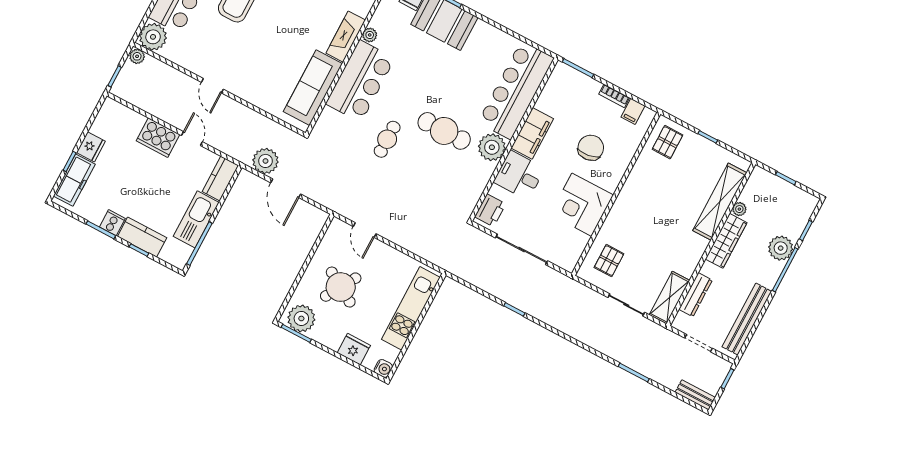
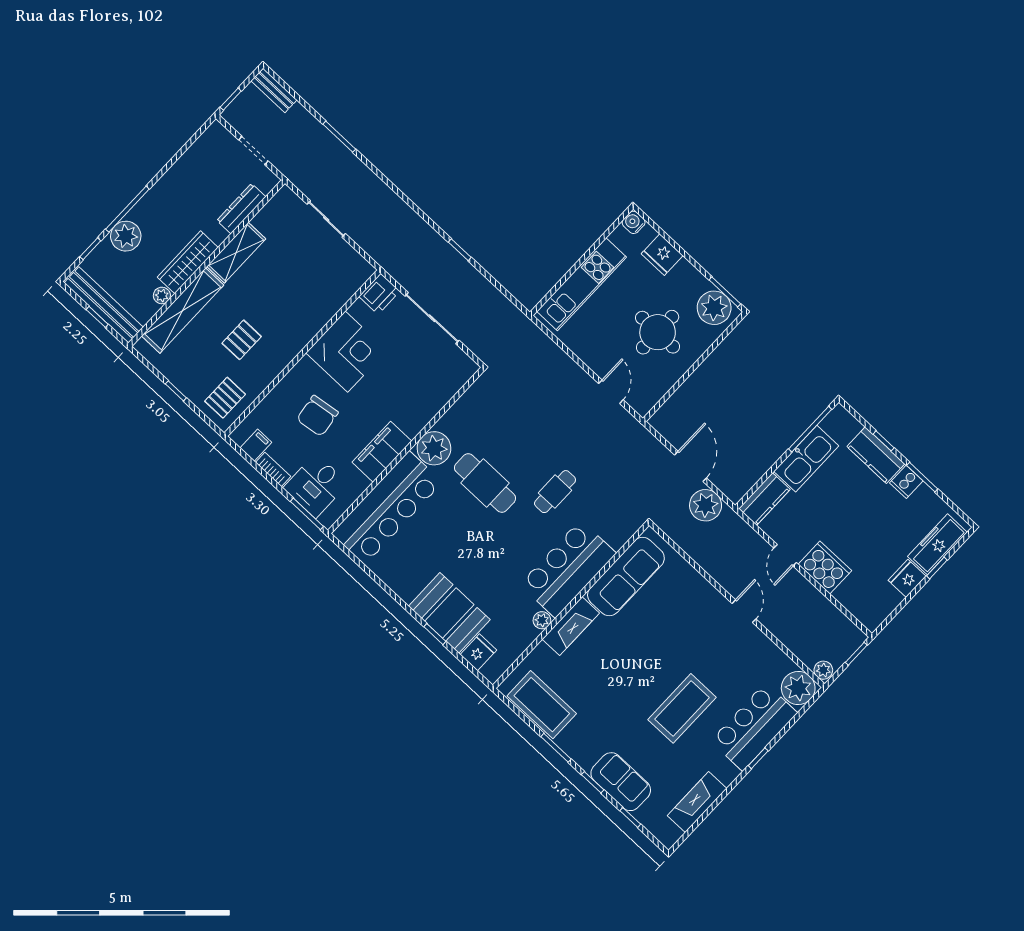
desk: (519, 175) -> (316, 486), moved, turned 90
printer: (490, 210) -> (379, 294), moved, turned 180
pallet: (609, 261) -> (242, 340), moved
round table: (341, 287) -> (658, 332), turned -31
shelving: (669, 298) -> (236, 253), moved
bench: (747, 319) -> (104, 305), moved, turned 90

